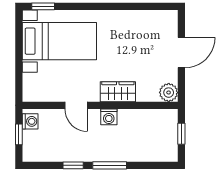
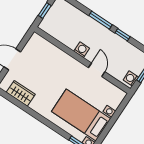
wardrobe: (118, 92) -> (21, 93), moved, turned 180
plant: (169, 93) -> (36, 40), removed

